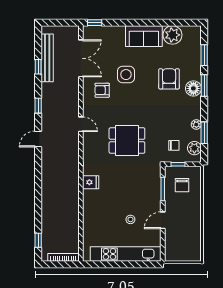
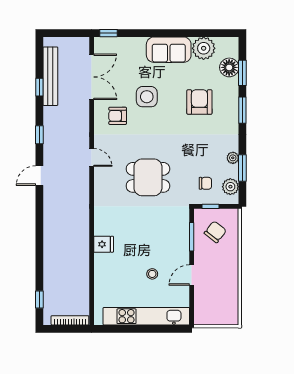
floor lamp: (193, 88) -> (229, 67), moved
fridge: (91, 182) -> (104, 244), moved
chair: (182, 185) -> (215, 232), turned -142

